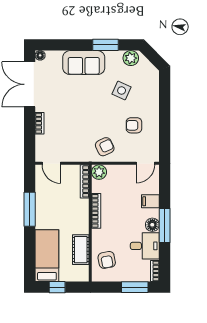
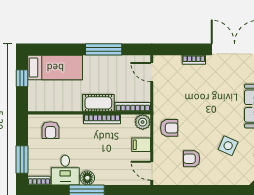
armchair: (134, 125) -> (192, 159), turned -90
armchair: (105, 147) -> (169, 128), turned -65
door: (51, 163) -> (152, 72), hinge flipped
filing cabinet: (150, 201) -> (141, 145), moved, turned -90
cot: (81, 250) -> (98, 103), moved
armchair: (107, 260) -> (51, 130), turned -79

